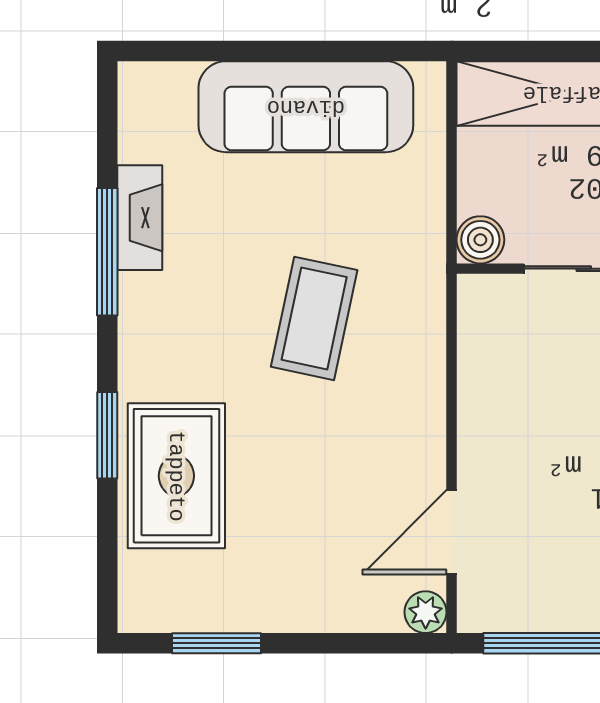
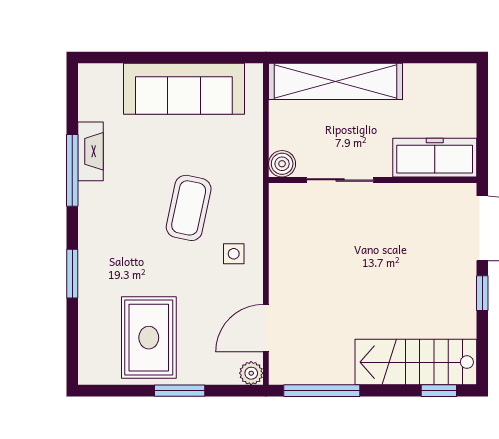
side table: (394, 400) -> (234, 254), added
rug: (176, 476) -> (149, 338), moved
window: (217, 643) -> (180, 391), moved

